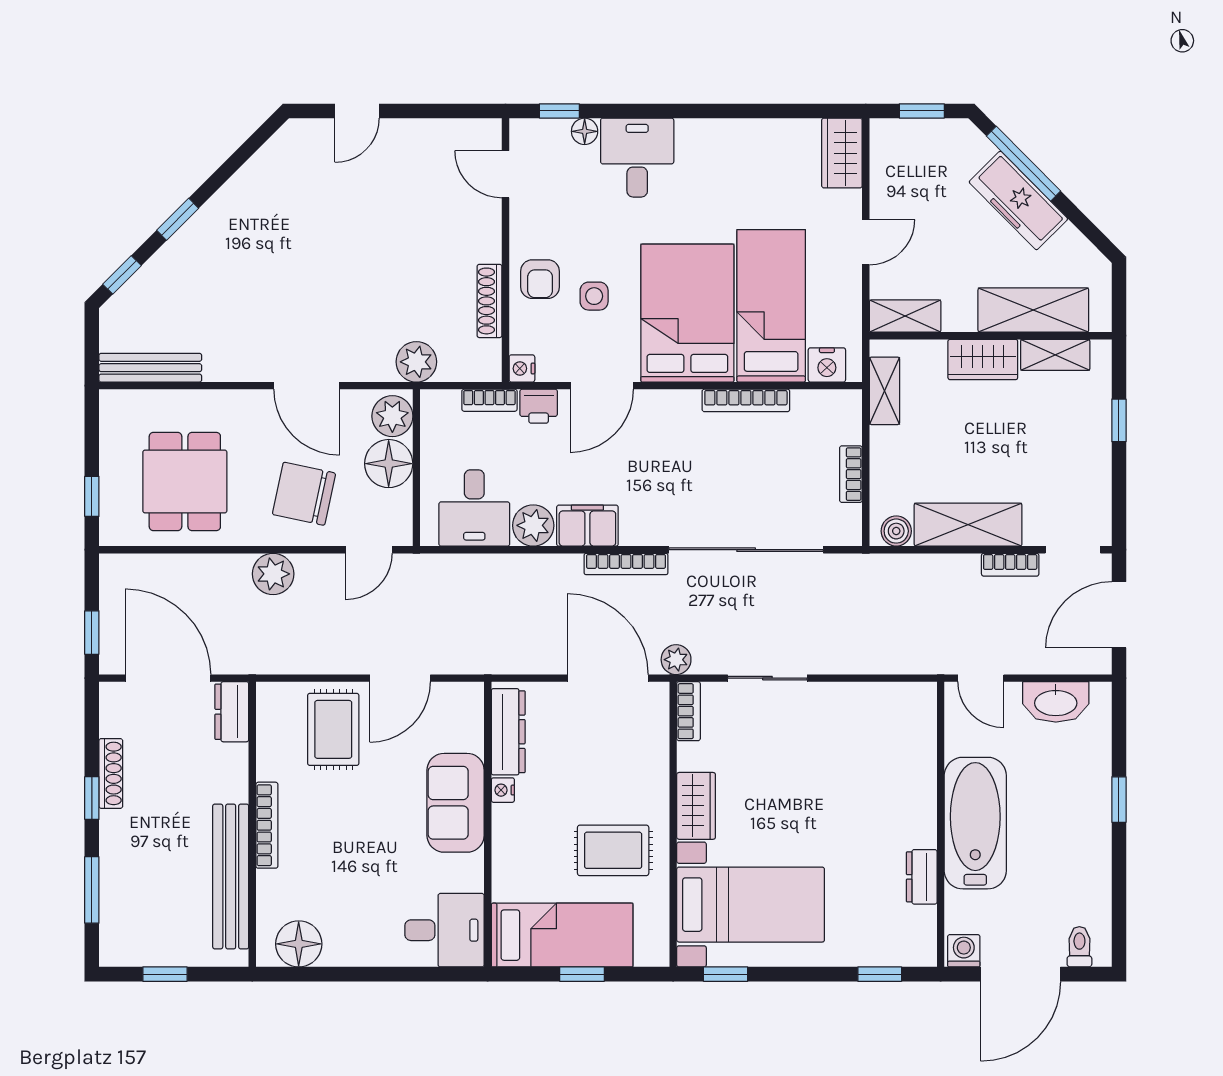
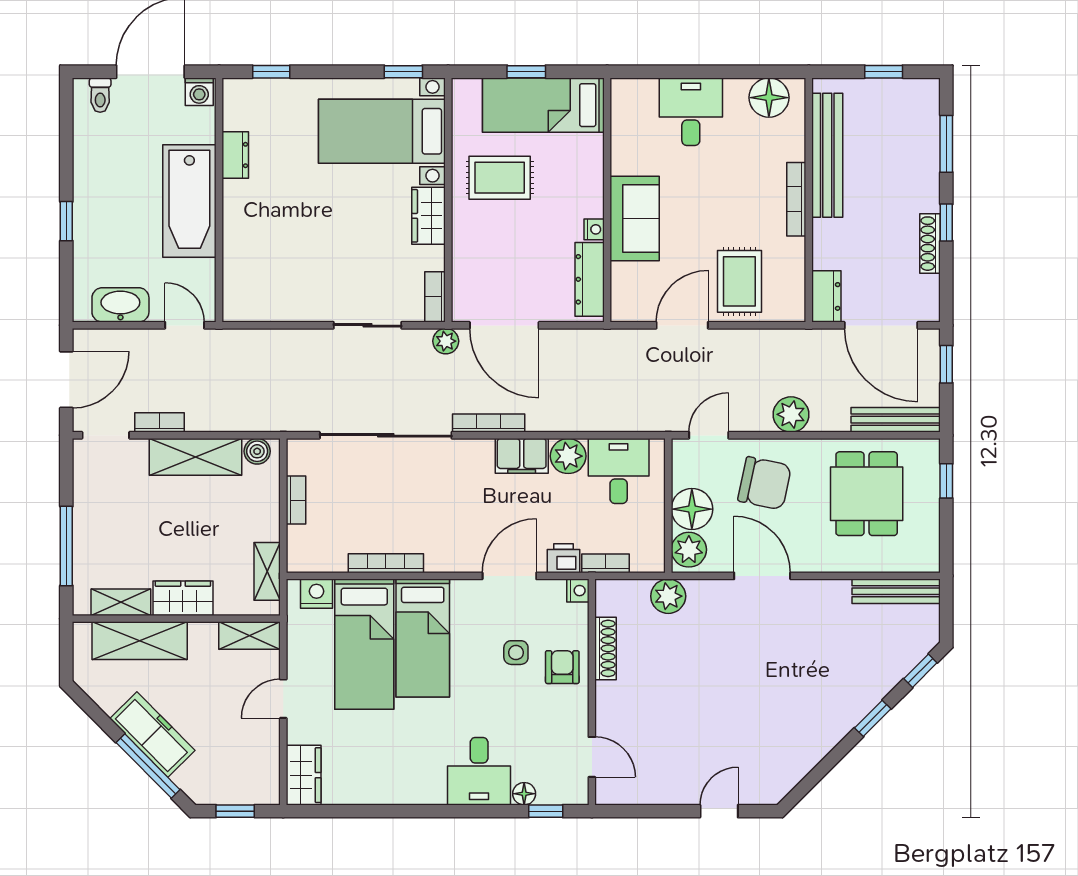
bed: (687, 313) -> (423, 638), width x0.67
window: (1119, 420) -> (66, 546), width x2.17
bench: (151, 568) -> (896, 420), added
desk: (444, 930) -> (691, 112), moved, turned 90

